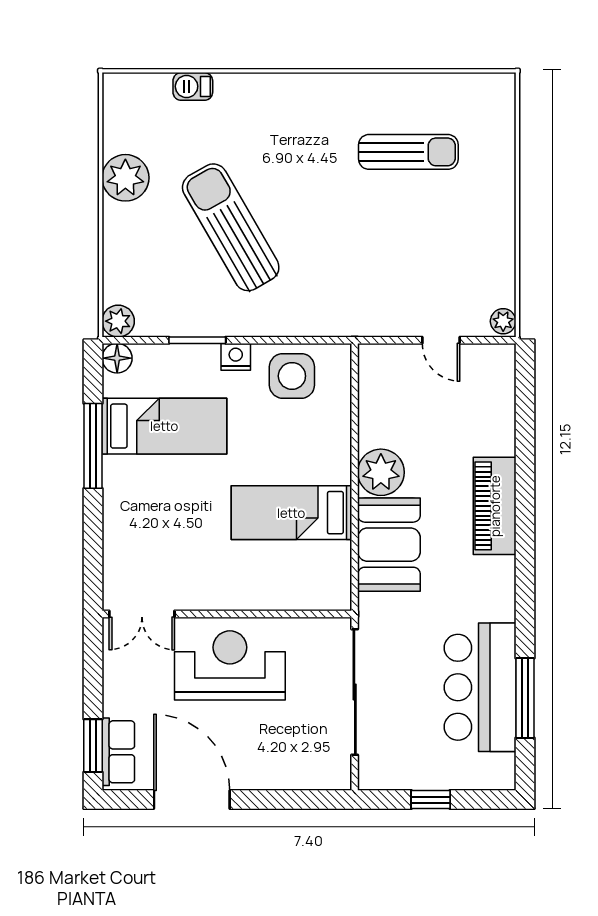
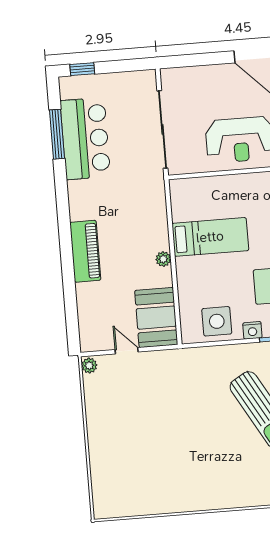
sun lounger: (408, 152) -> (156, 465), removed
plant: (381, 472) -> (163, 259), width x0.53, depth x0.53
booth: (389, 545) -> (156, 318), moved
window: (431, 800) -> (82, 69), moved

